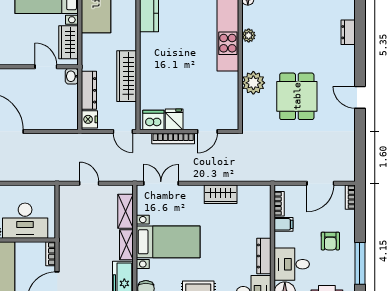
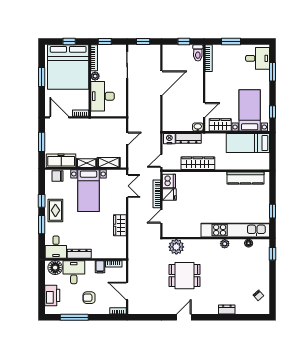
plant: (253, 83) -> (176, 247), moved
door: (207, 131) -> (161, 217), hinge flipped

